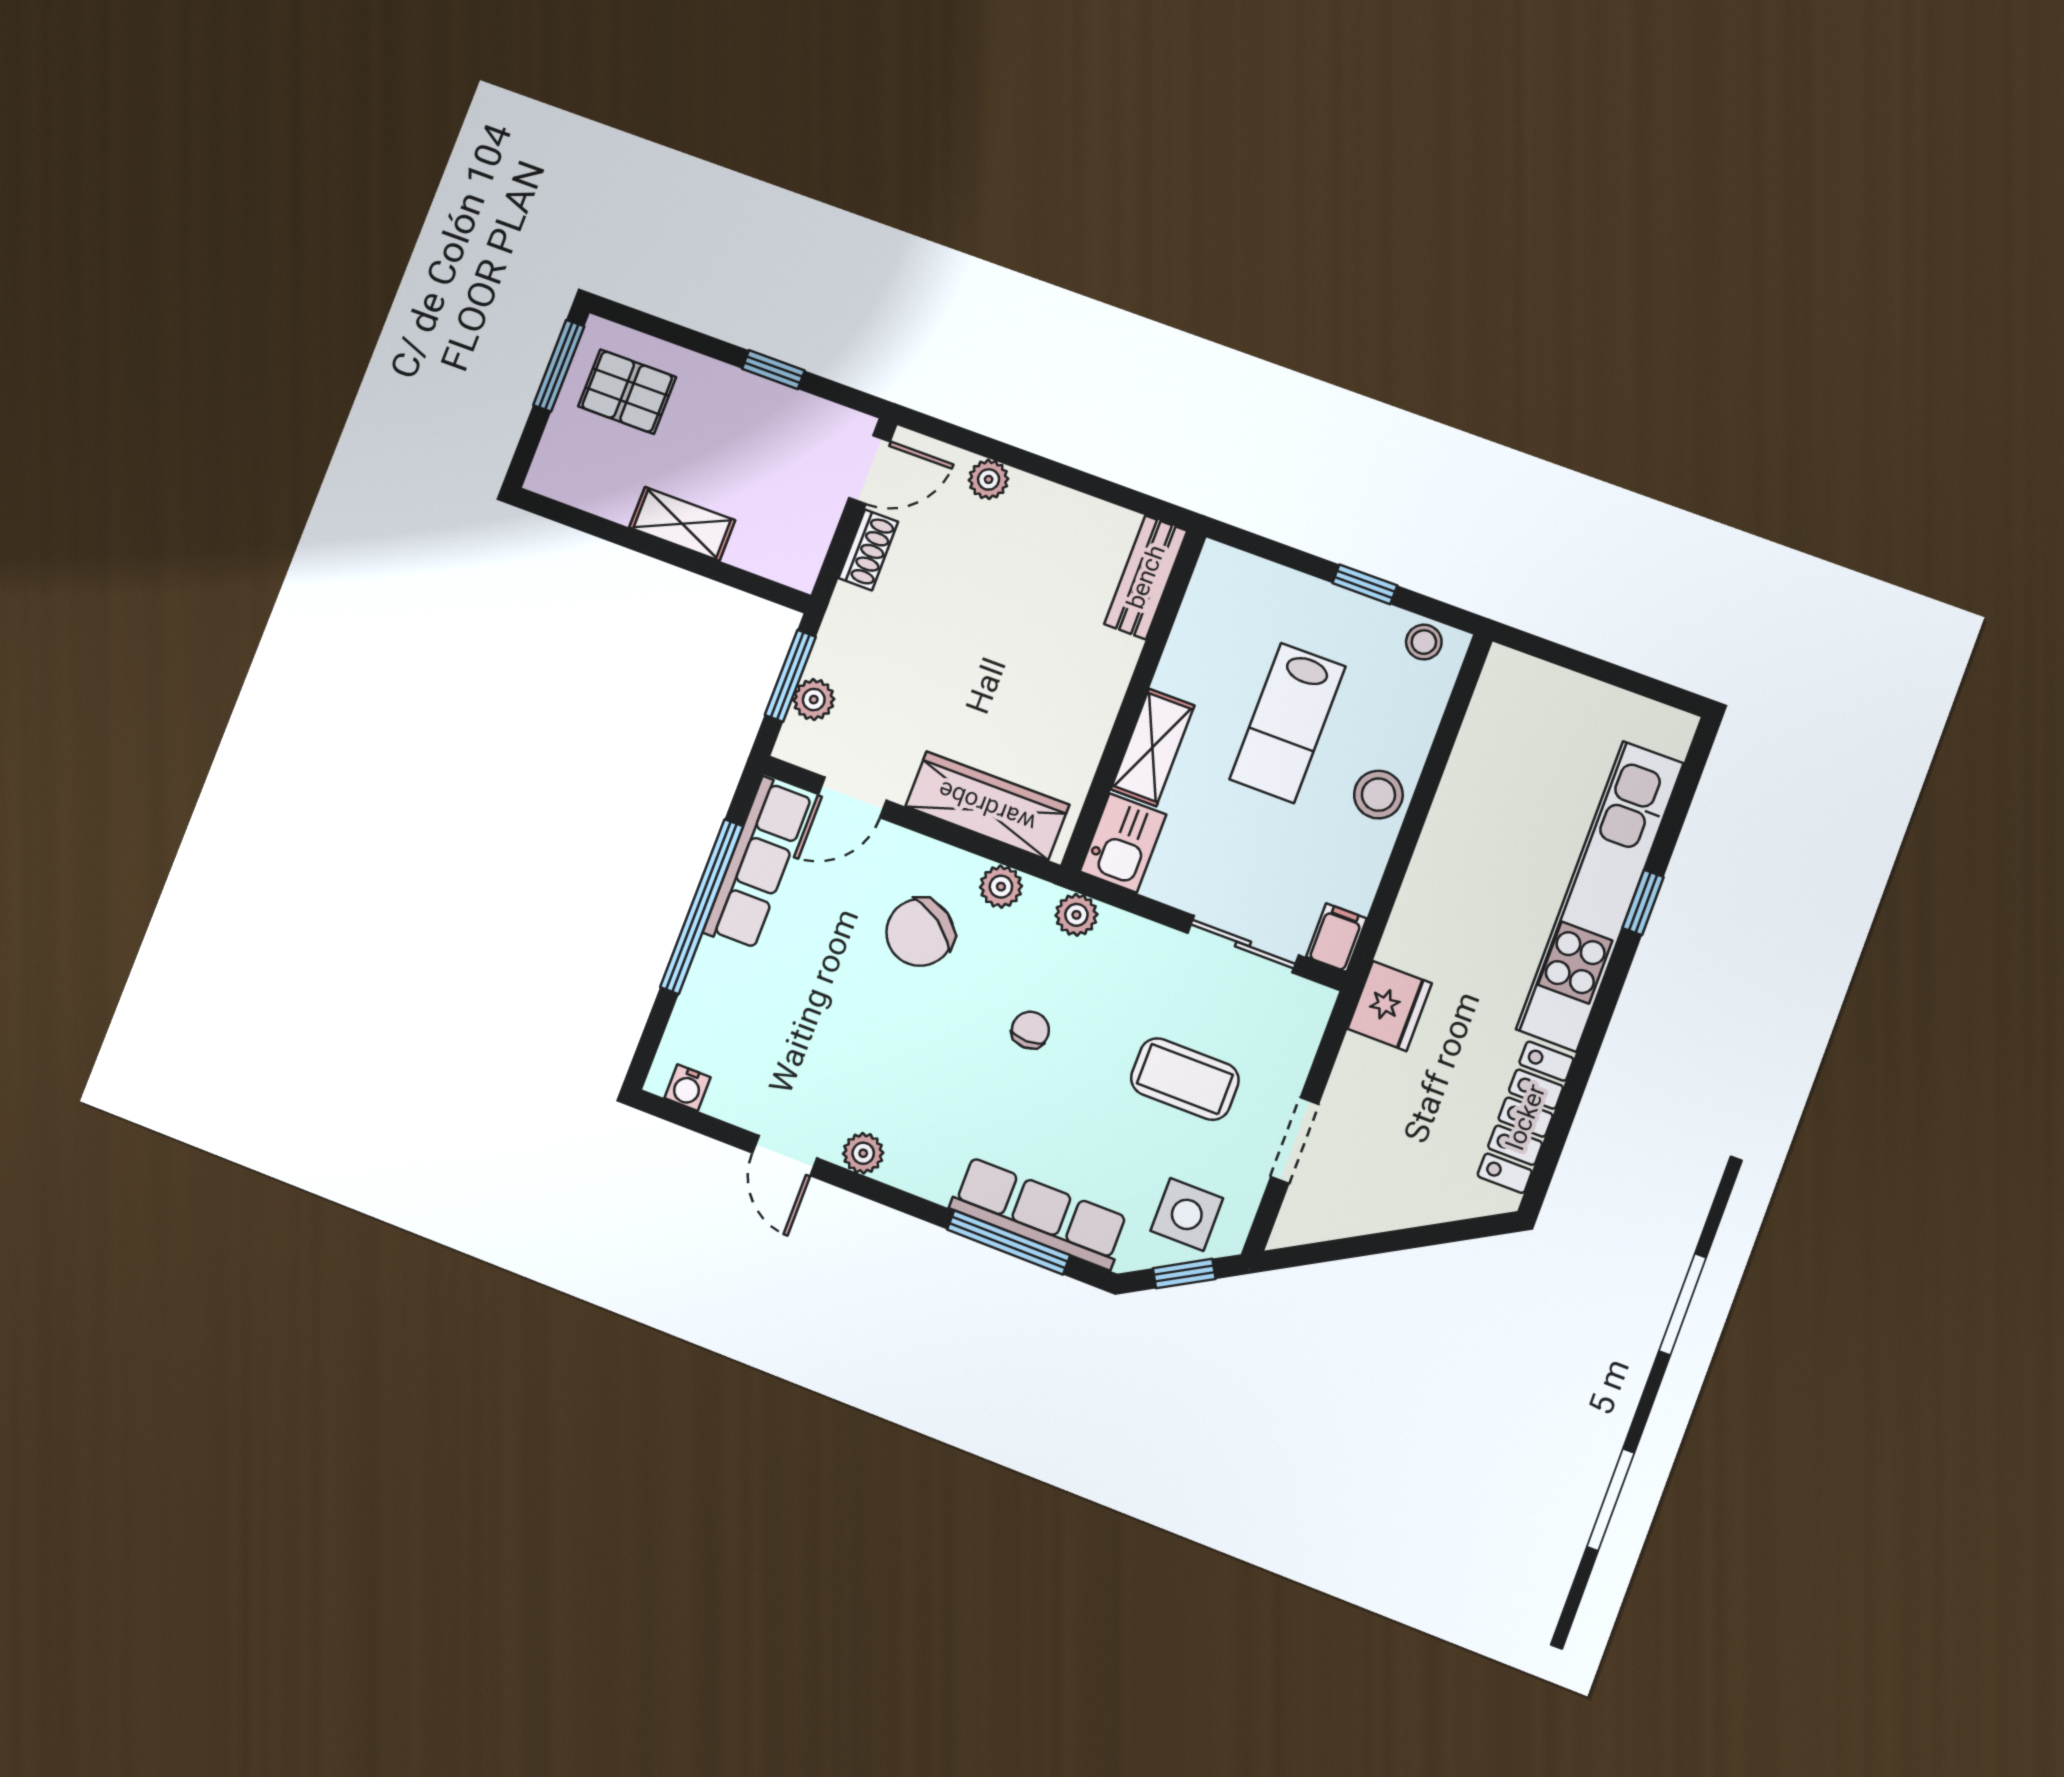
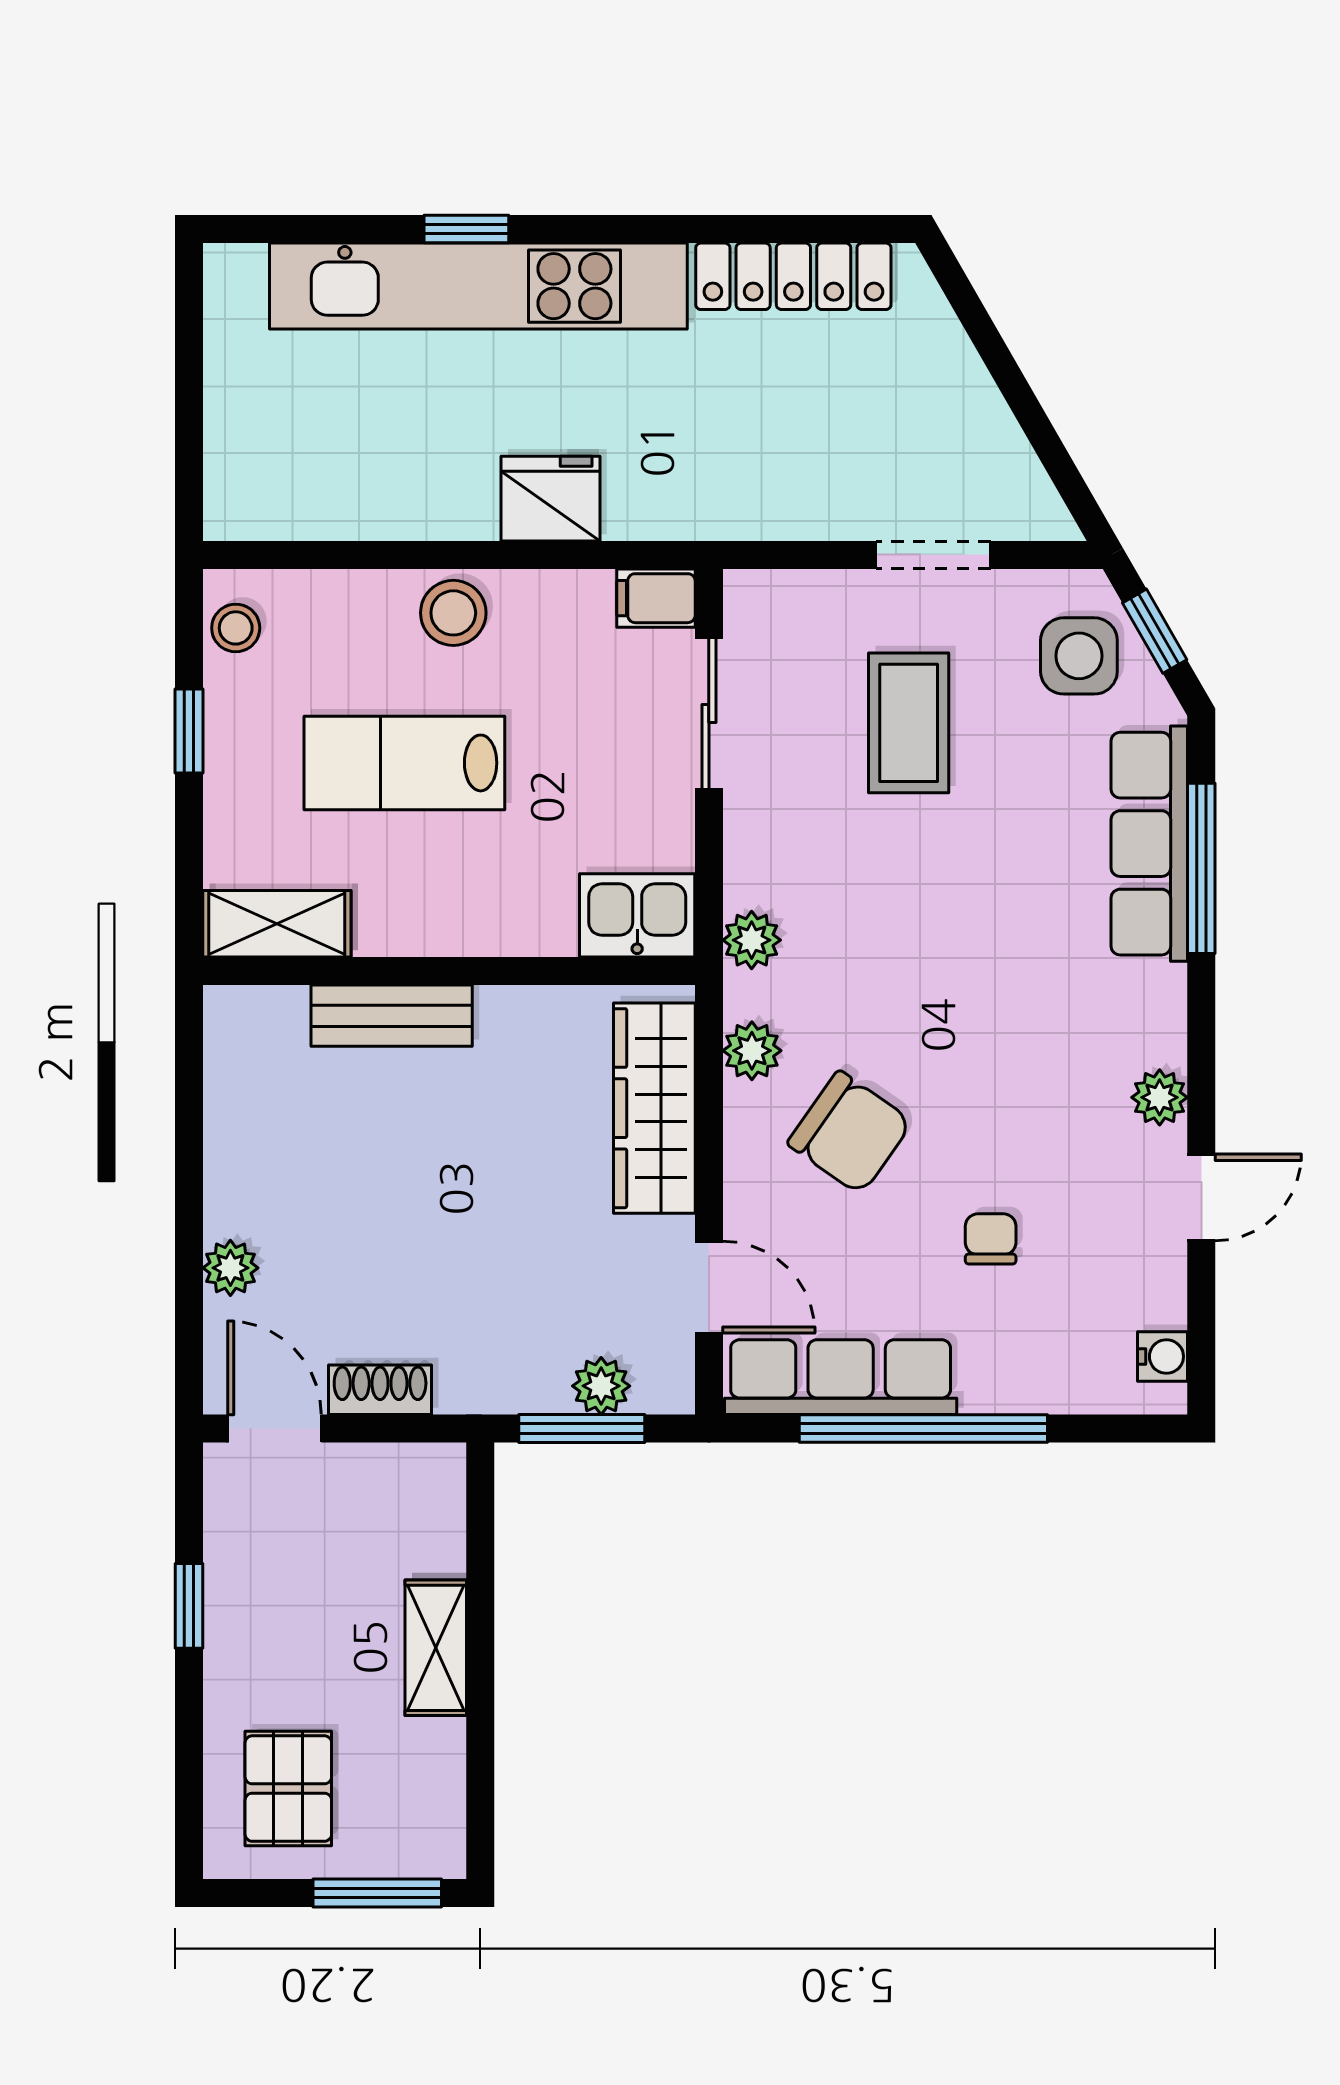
window: (559, 366) -> (377, 1893), moved
bench: (1146, 577) -> (392, 1016), moved
lab bench: (1287, 723) -> (404, 763), turned 180
shelving: (1153, 747) -> (277, 924), moved
fridge: (1390, 1006) -> (550, 499), moved
chair: (1030, 1030) -> (991, 1239), moved, turned 90

